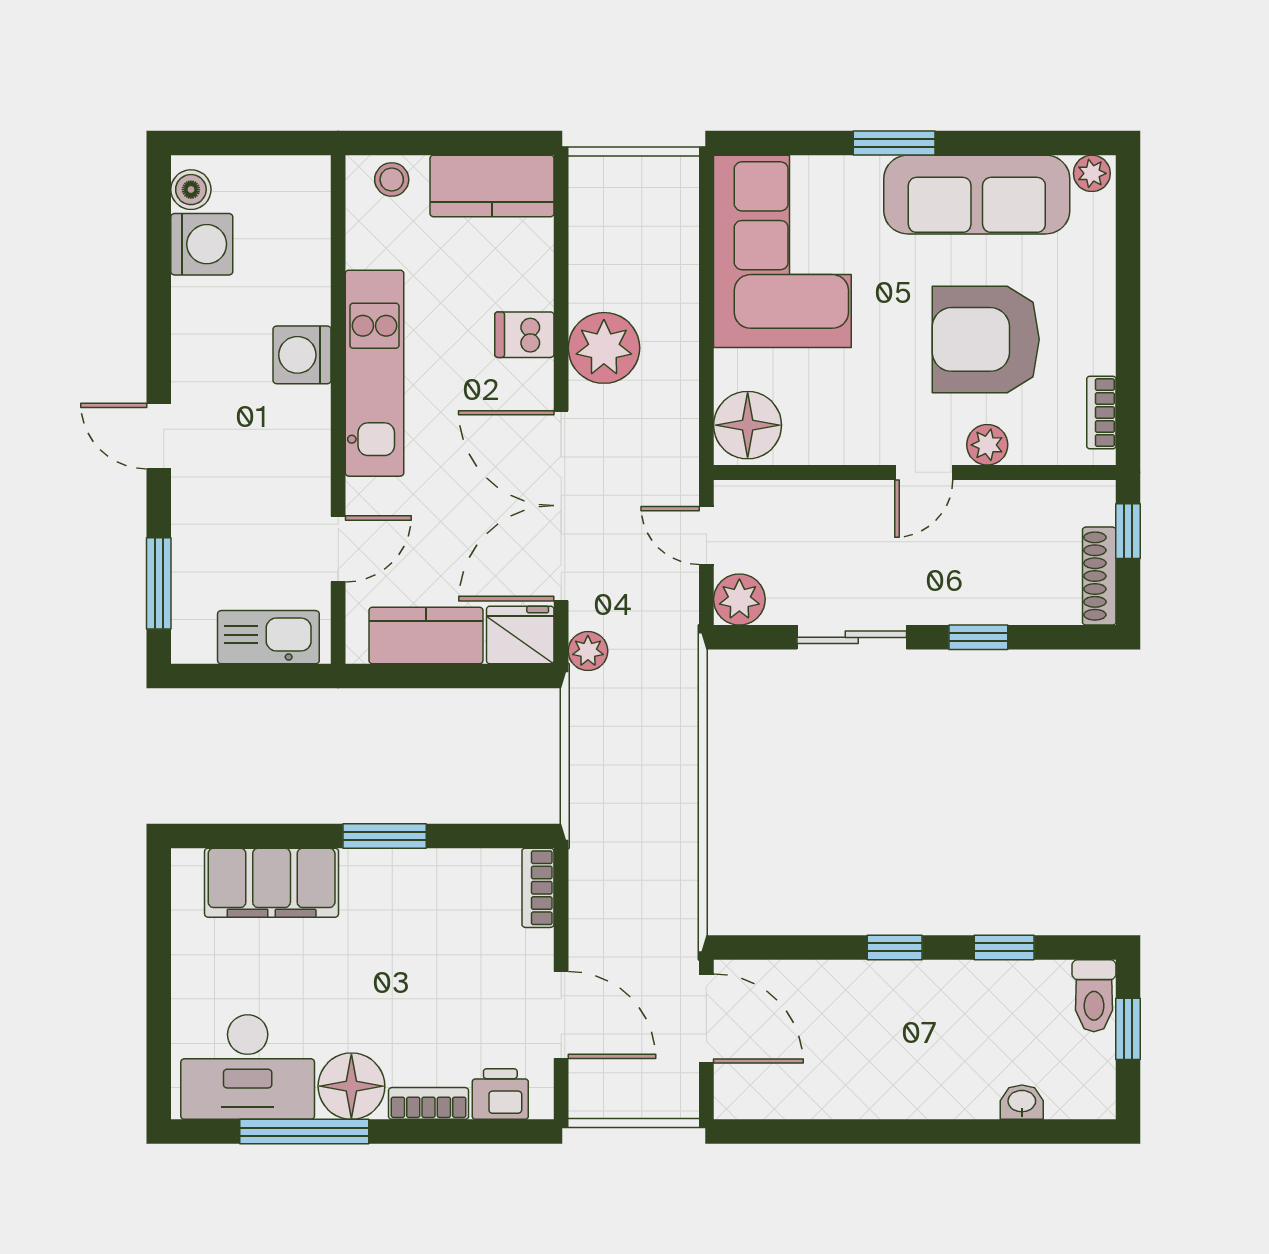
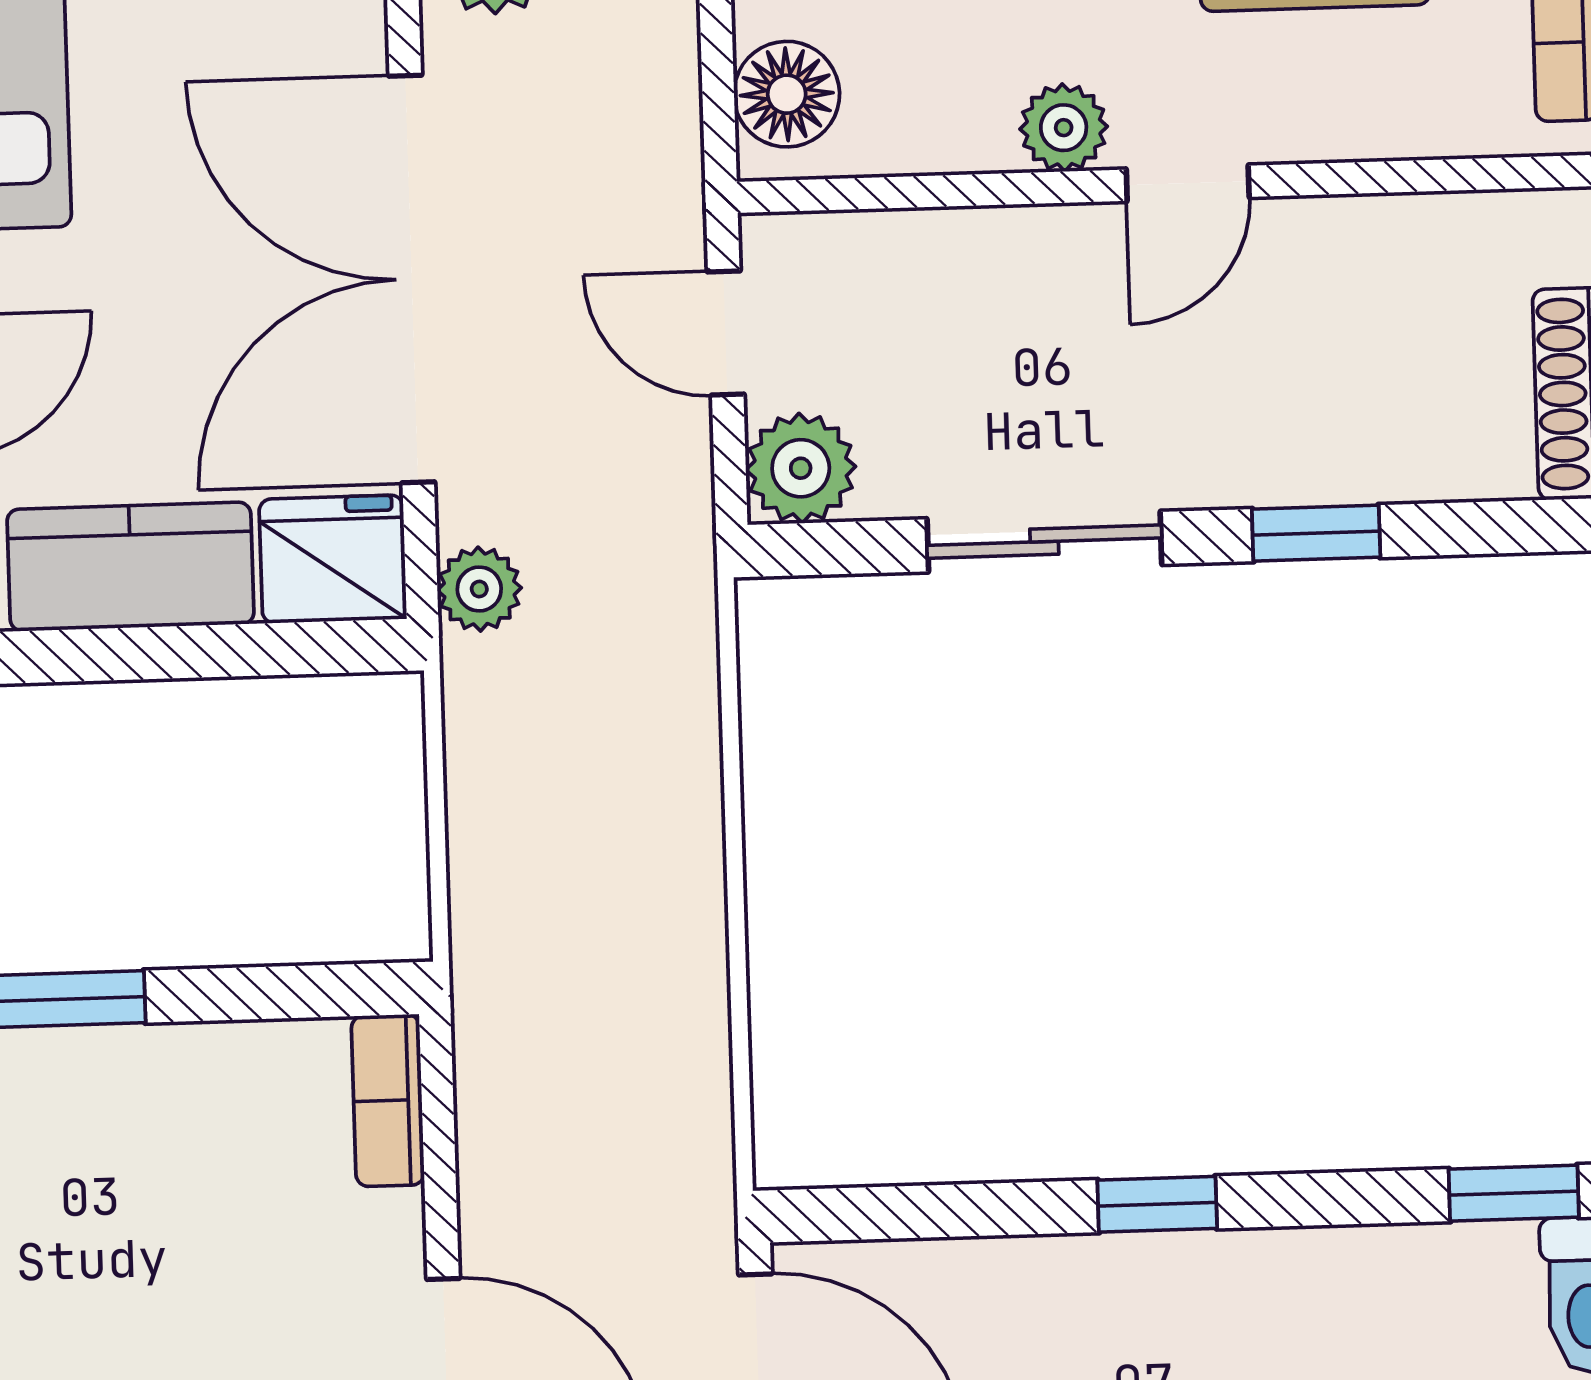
floor lamp: (748, 425) -> (787, 94), width x0.73, depth x0.73
plant: (987, 445) -> (1064, 128), moved
window: (1004, 947) -> (1514, 1193), moved

